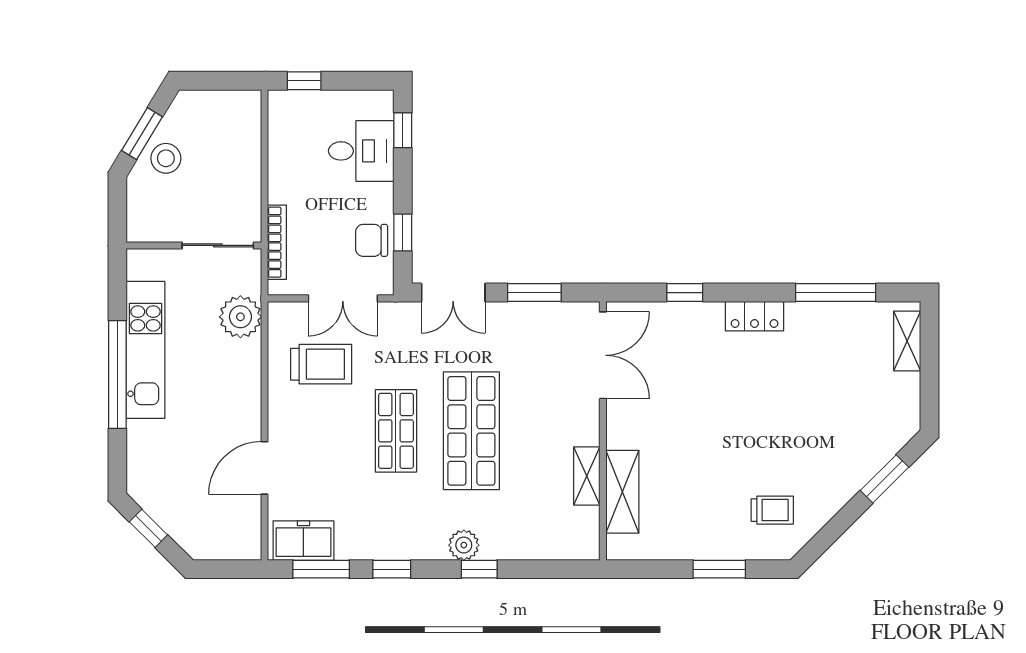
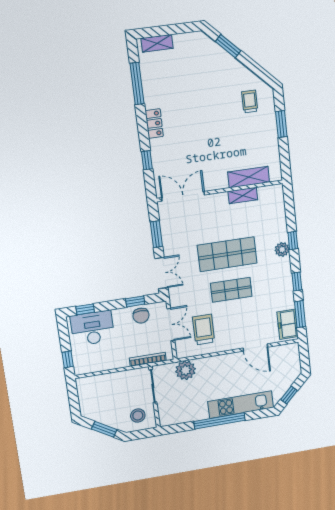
desk: (361, 151) -> (93, 328), width x1.37
stool: (166, 158) -> (138, 416), moved
kitchen unit: (145, 350) -> (241, 405), moved

